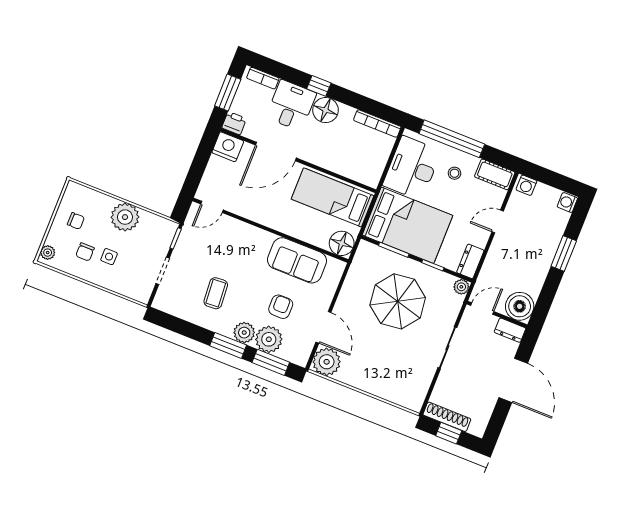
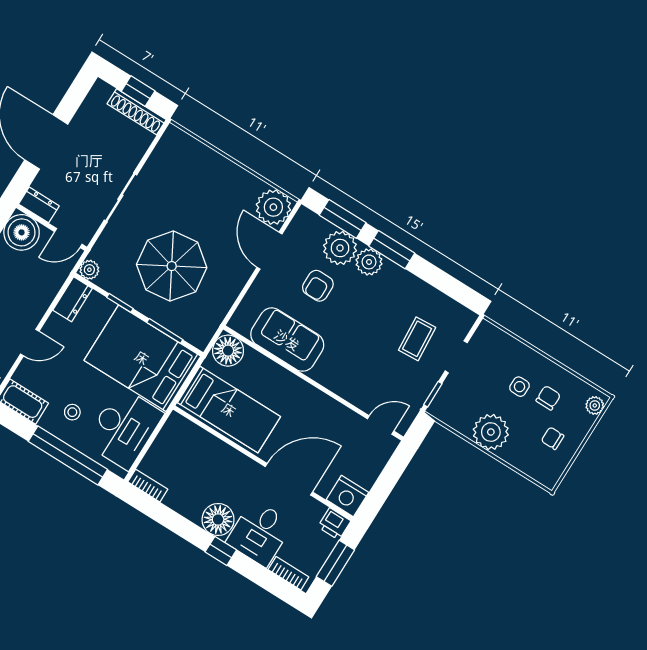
bookcase: (377, 124) -> (148, 486), width x0.64
coffee table: (216, 293) -> (417, 339), moved

